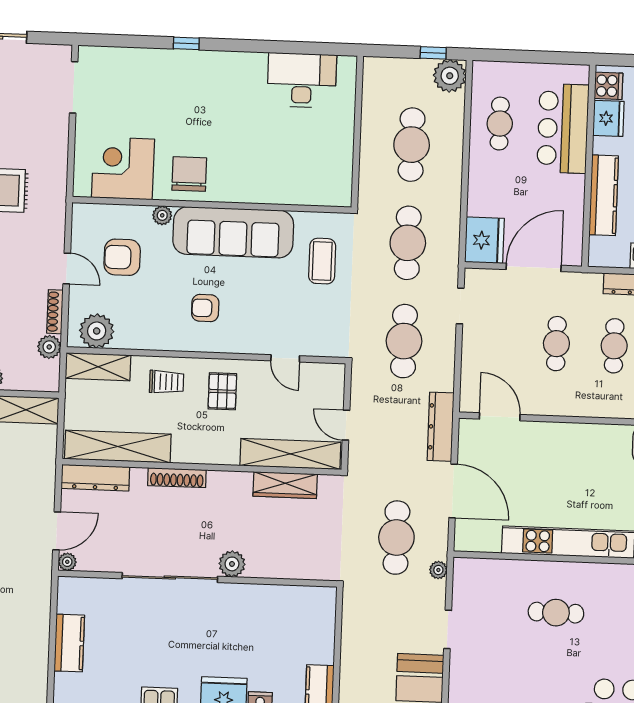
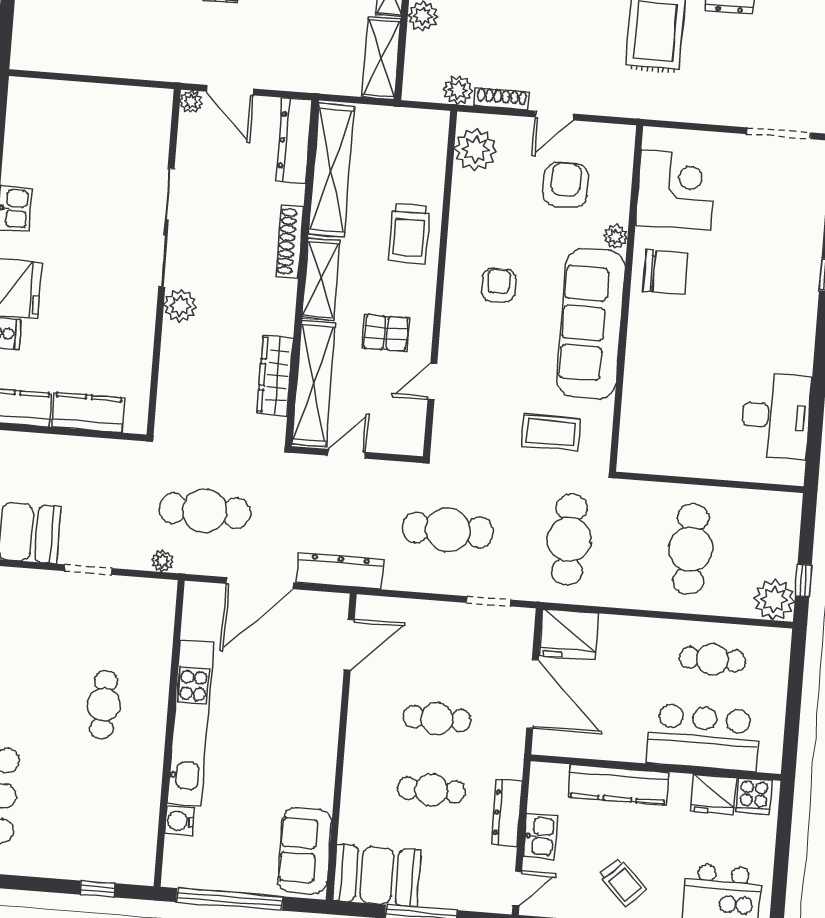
cafe table: (412, 145) -> (691, 549), turned 90
cafe table: (408, 243) -> (569, 539), turned 90
shelving: (98, 367) -> (321, 279), moved
trolley: (167, 382) -> (409, 234), width x1.36, depth x1.39
pallet: (222, 391) -> (386, 333), moved
kitchen counter: (69, 643) -> (88, 412), moved, turned 180

